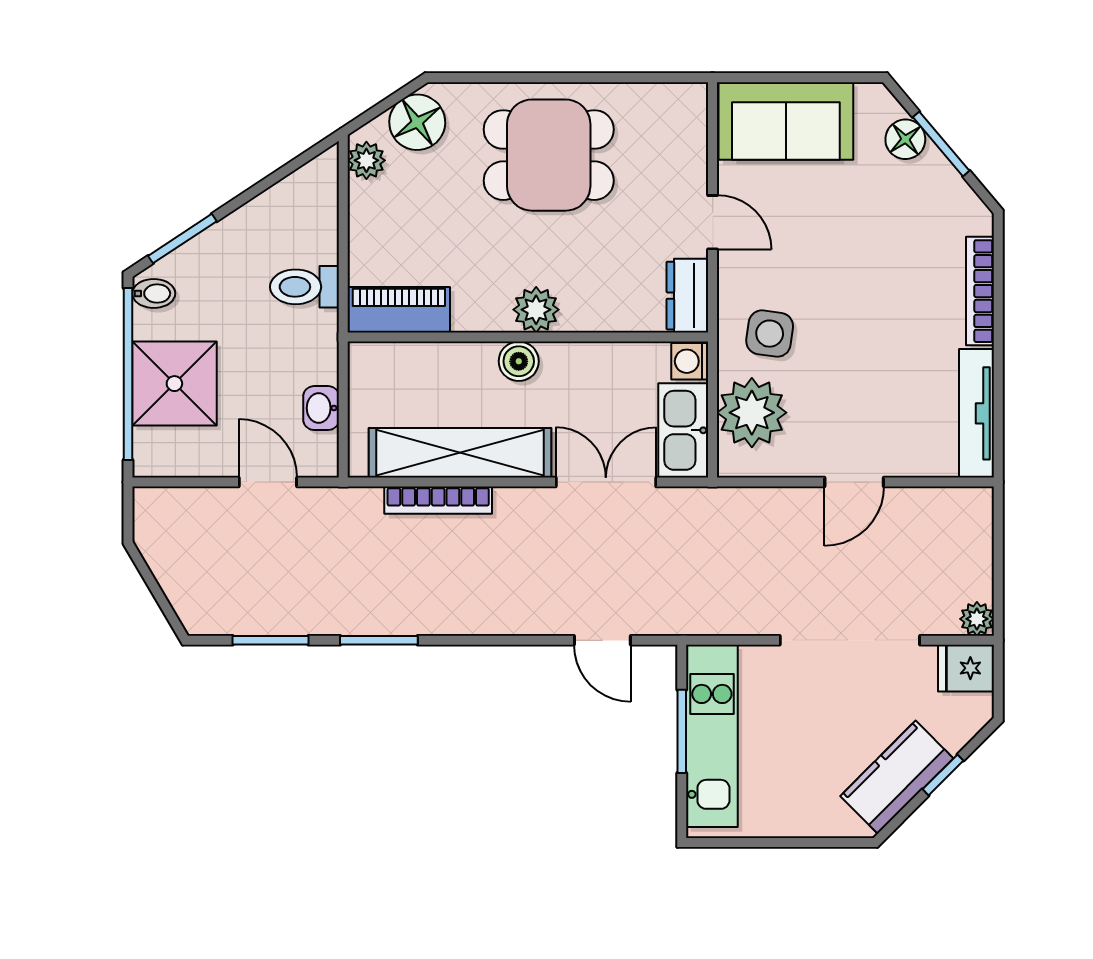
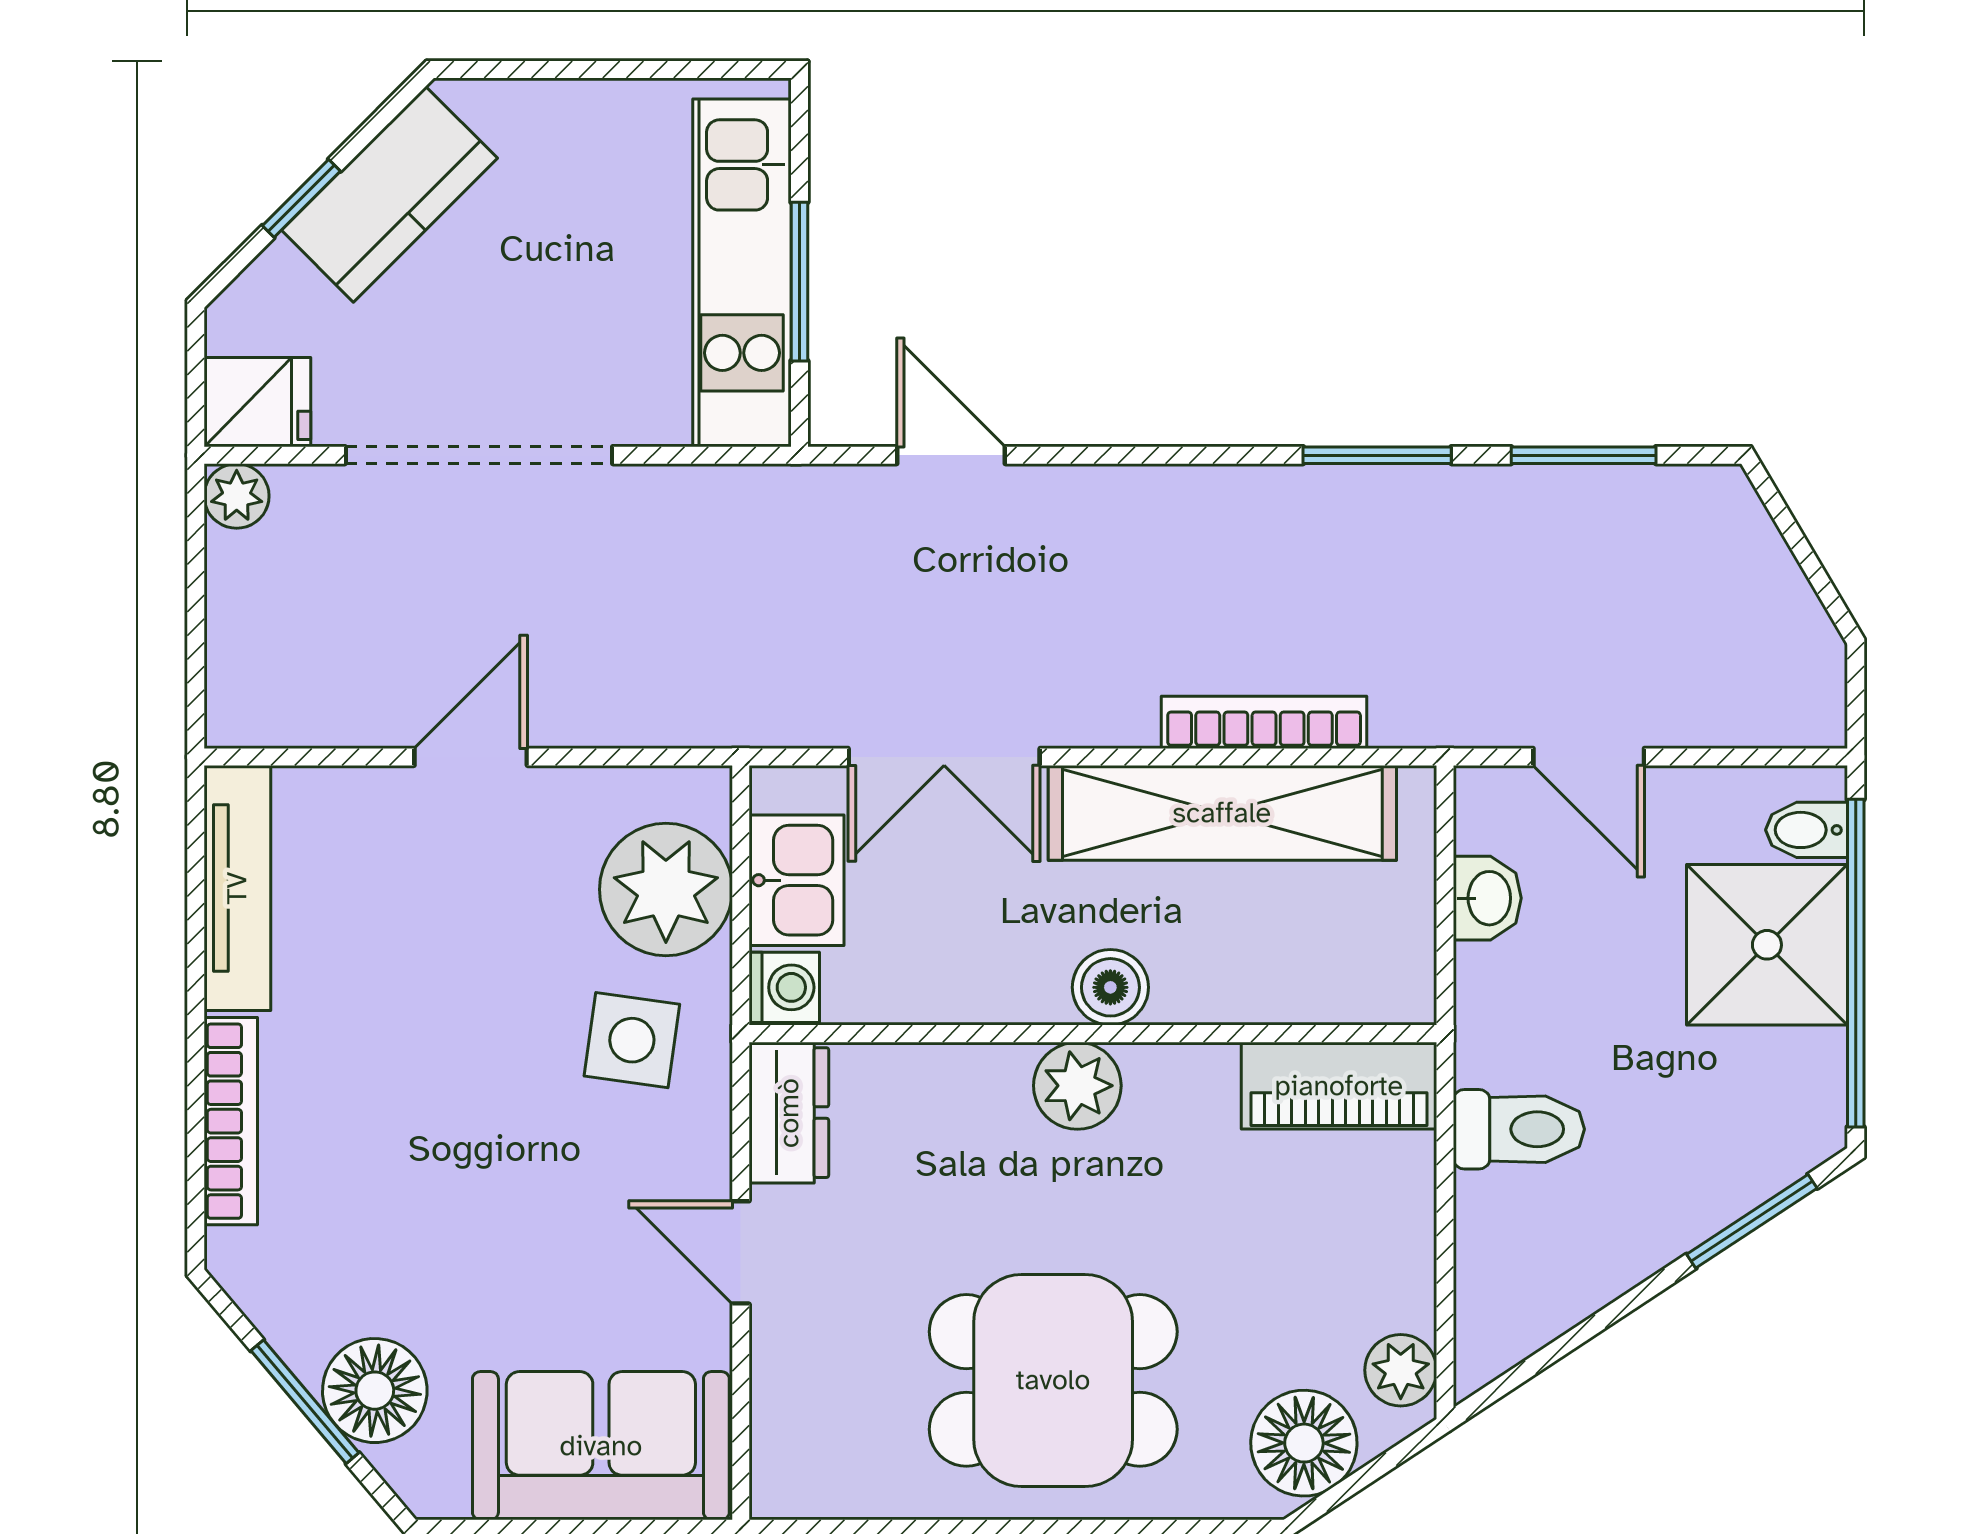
floor lamp: (905, 139) -> (375, 1391), width x1.38, depth x1.38
bidet: (154, 293) -> (1806, 830), moved
kitchen sink: (683, 430) -> (796, 880), width x0.73

